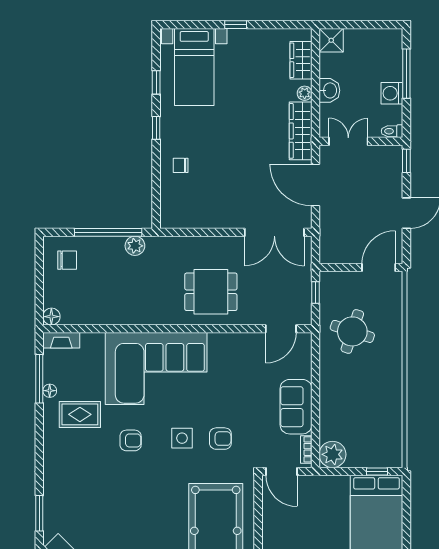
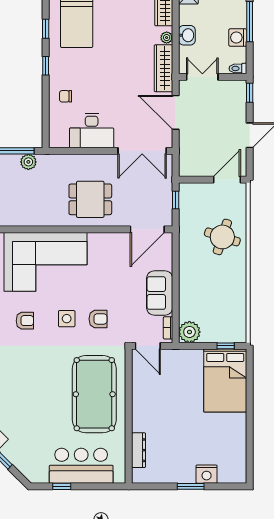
desk: (213, 207) -> (92, 131), added
door: (281, 329) -> (147, 229), width x1.36
round table: (352, 331) -> (222, 237), moved

